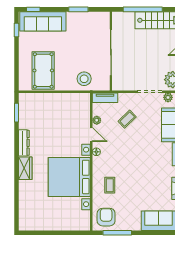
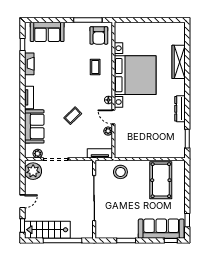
coffee table: (127, 119) -> (73, 116), moved
wardrobe: (25, 168) -> (179, 62), moved, width x1.50

